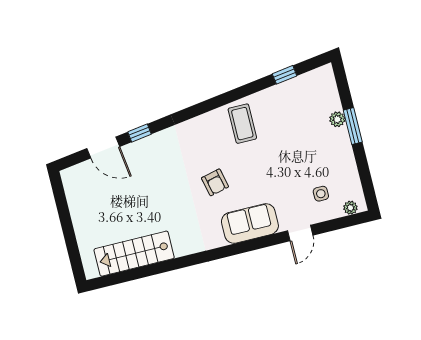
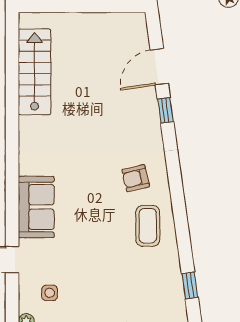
coffee table: (242, 124) -> (148, 226), turned 90
armchair: (215, 182) -> (136, 178), moved

